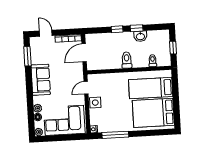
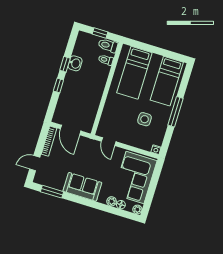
toilet: (127, 60) -> (108, 45), moved
side table: (95, 103) -> (145, 119), moved
bed: (153, 113) -> (167, 81), width x0.67
window: (115, 135) -> (176, 112), moved

